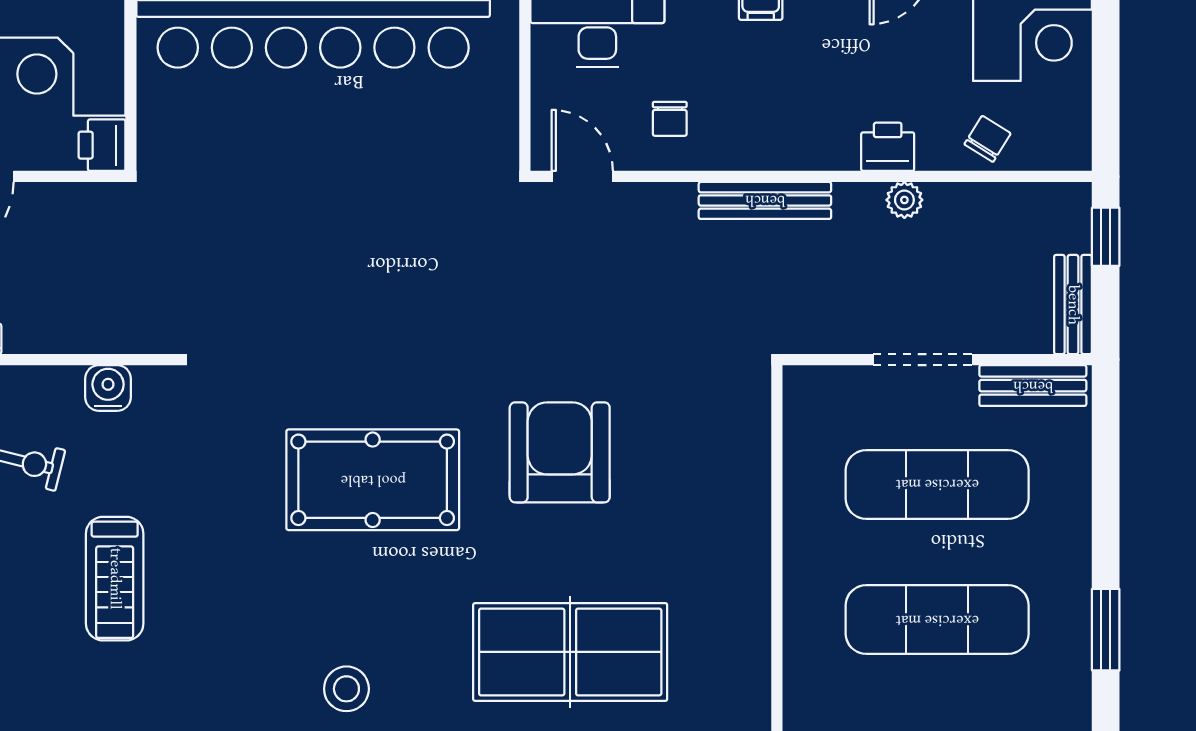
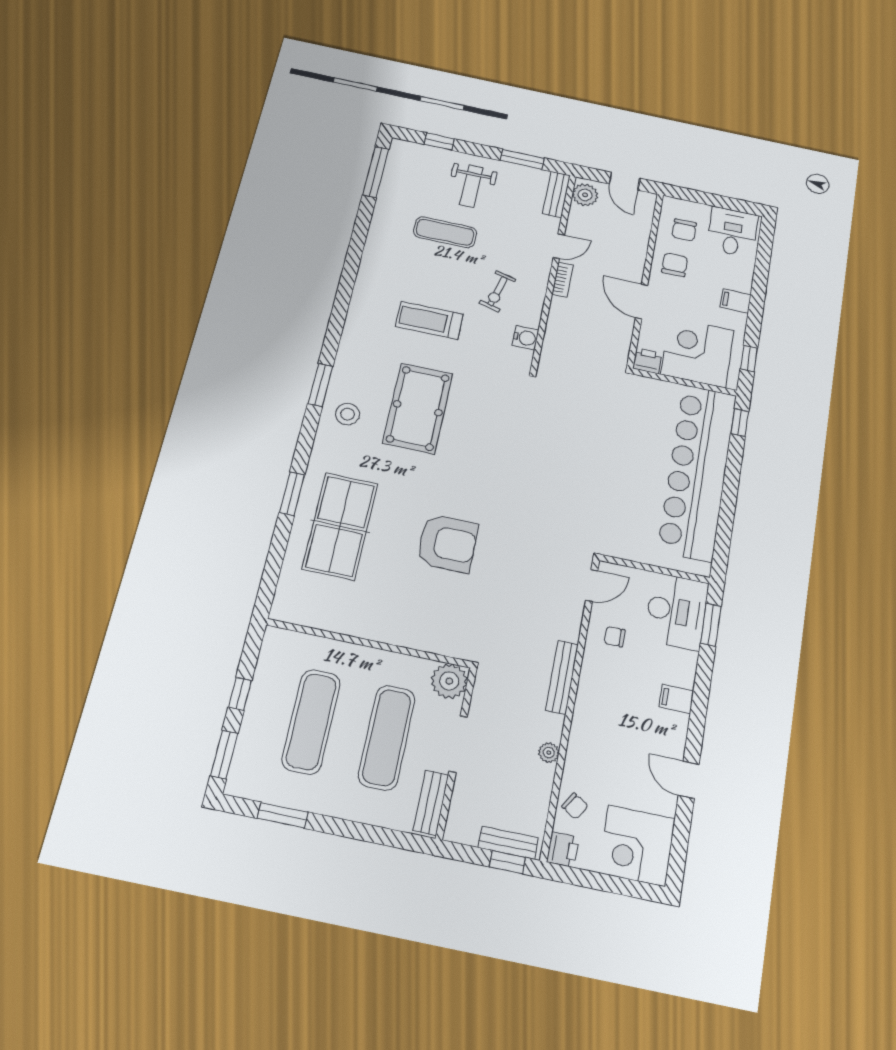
printer: (888, 147) -> (563, 850), moved
bench: (1073, 305) -> (508, 843), moved
plant: (815, 397) -> (449, 681), added
pool table: (373, 480) -> (418, 408), moved

